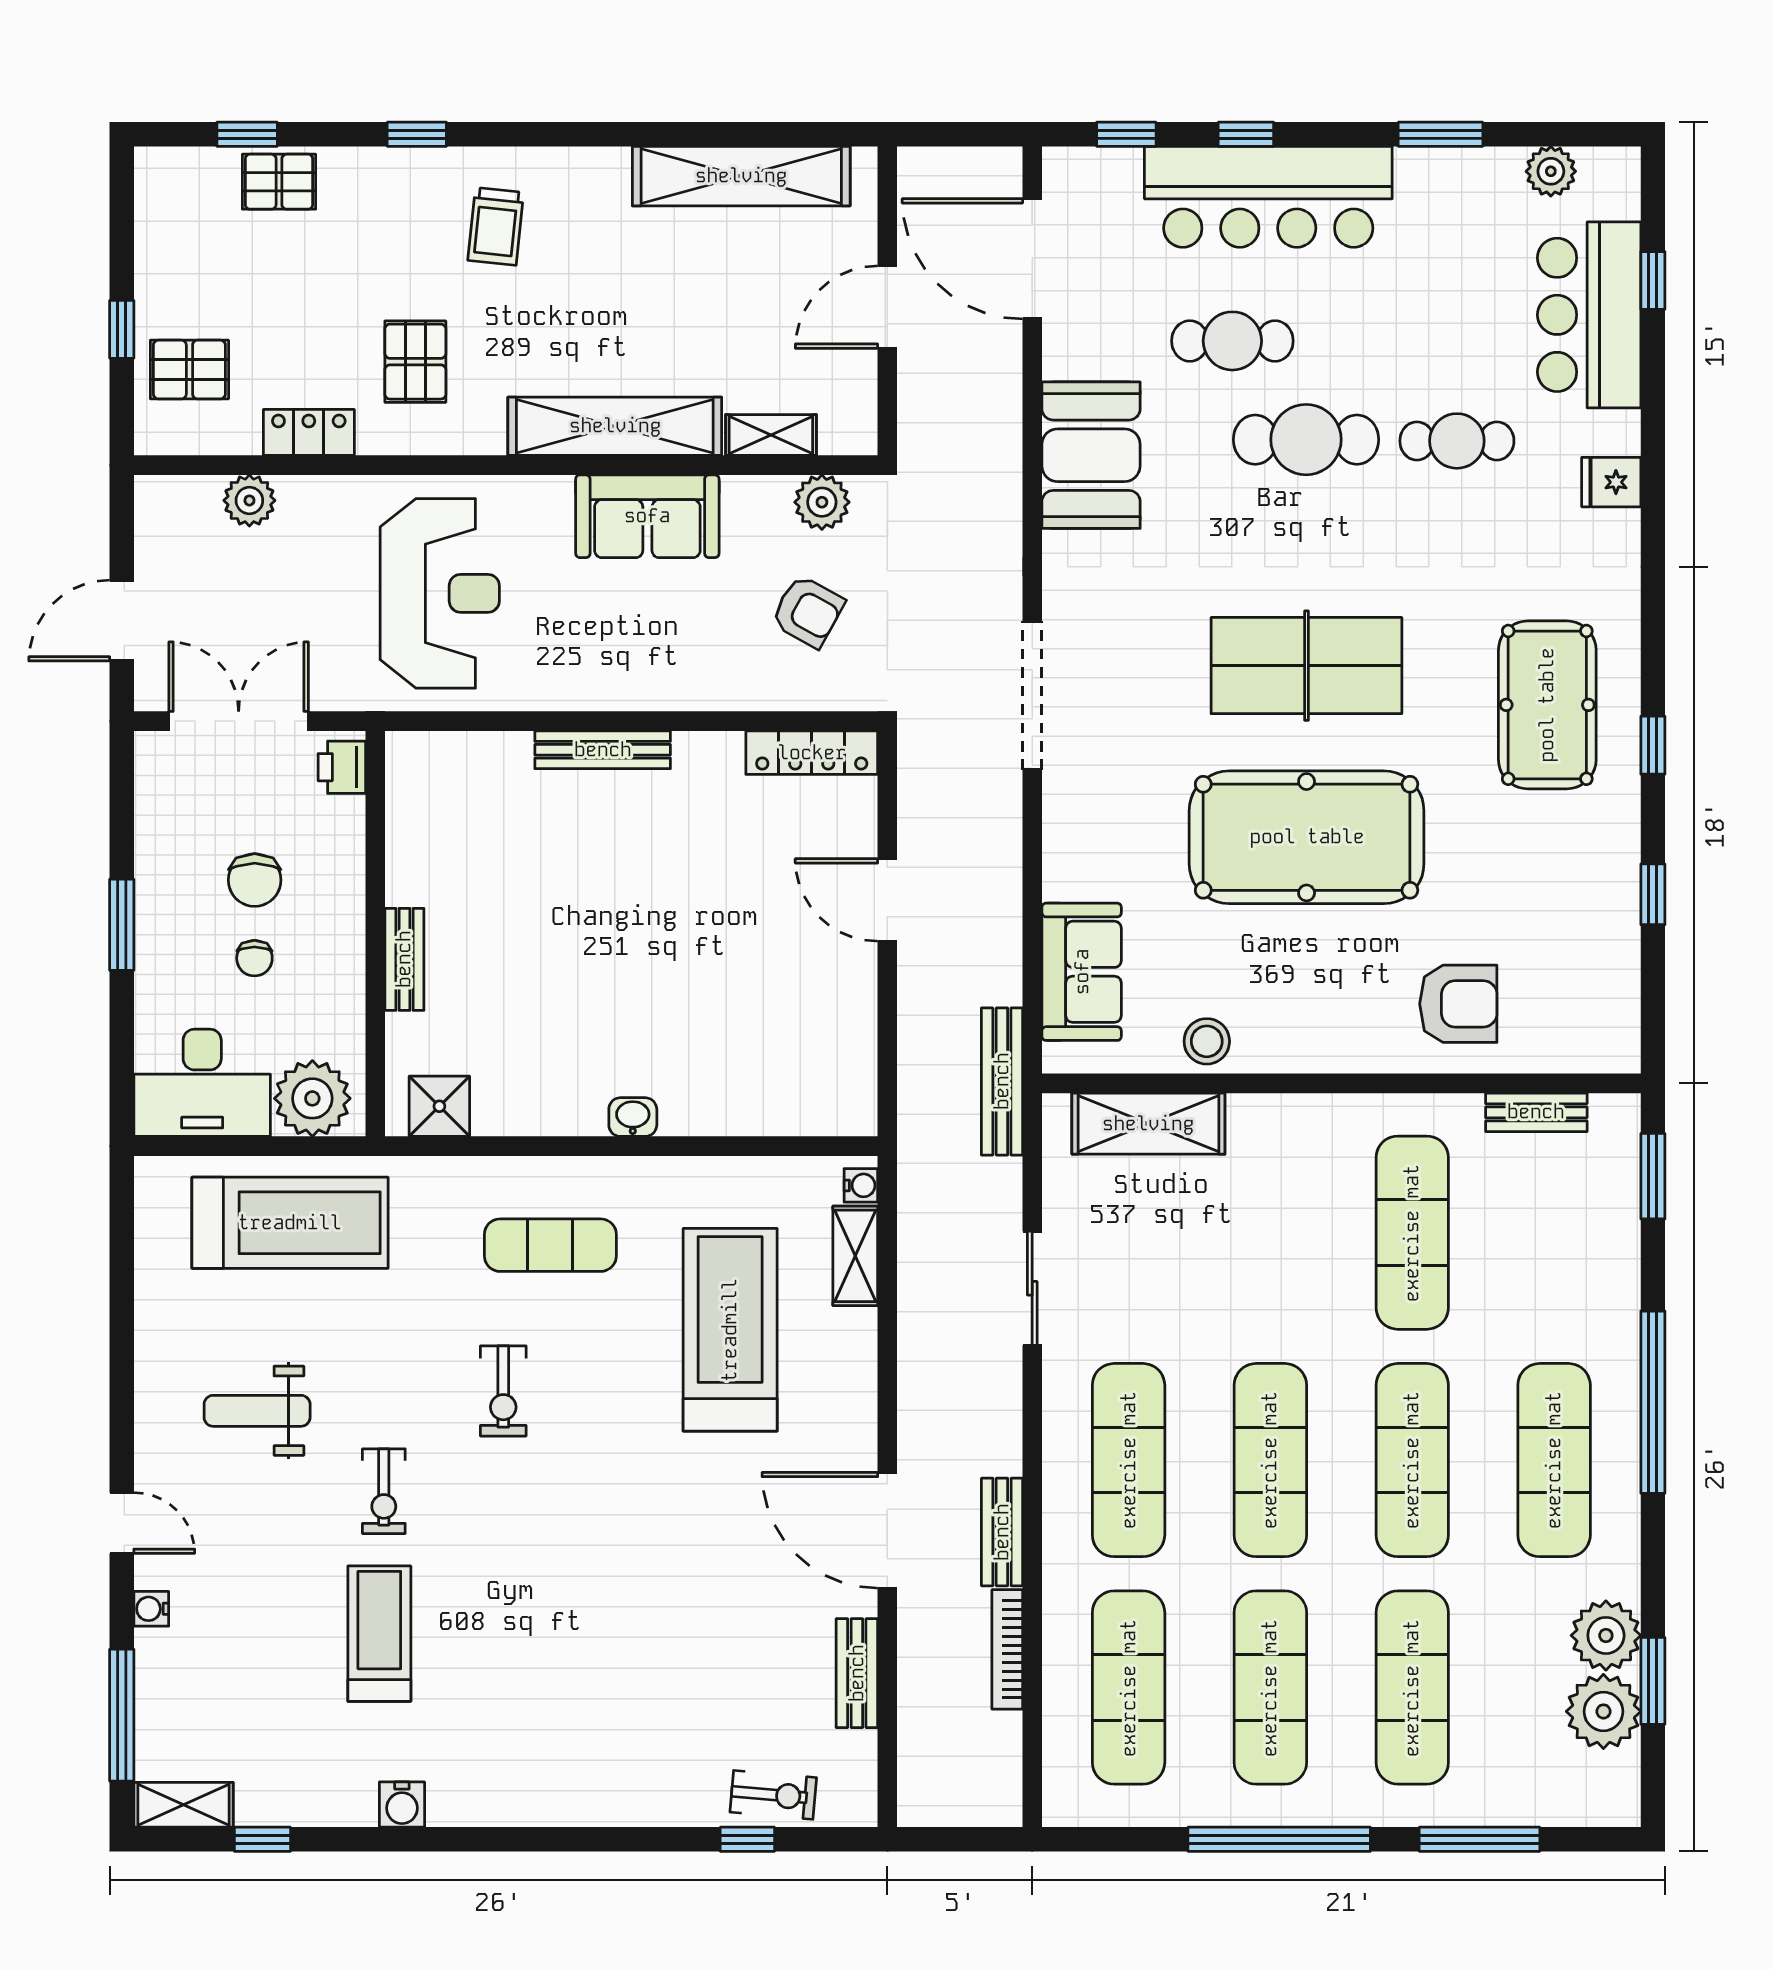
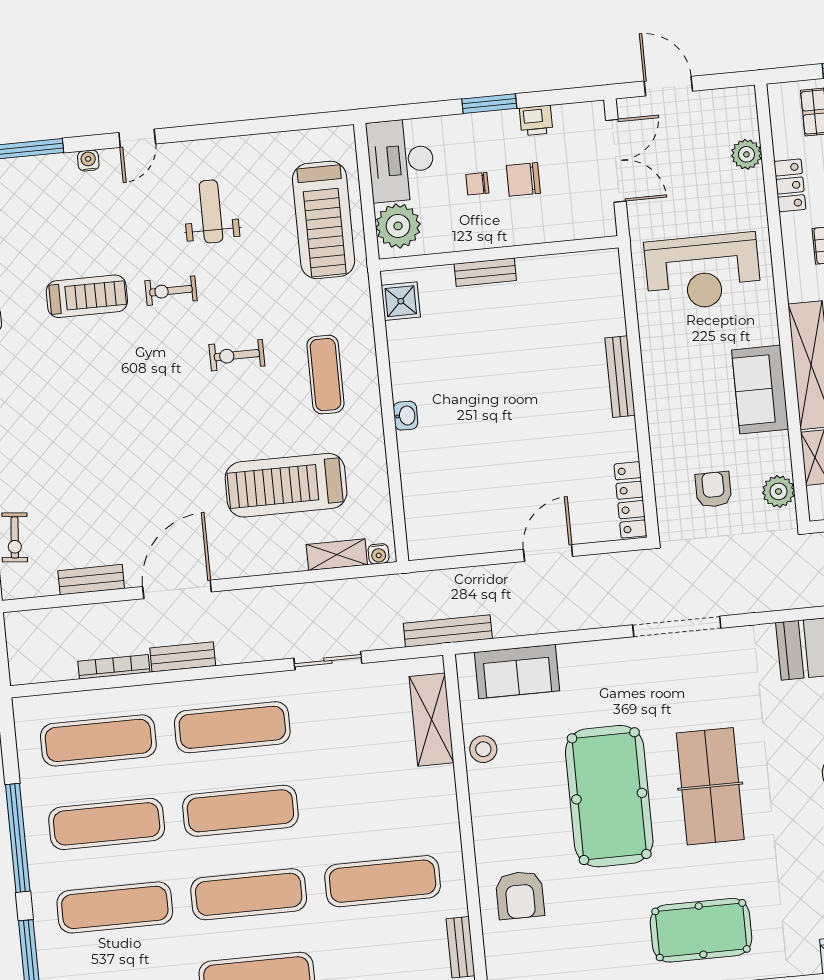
armchair: (808, 611) -> (713, 489), turned 151
printer: (342, 767) -> (536, 120), moved, turned 180
treadmill: (730, 1330) -> (286, 485), turned 180

